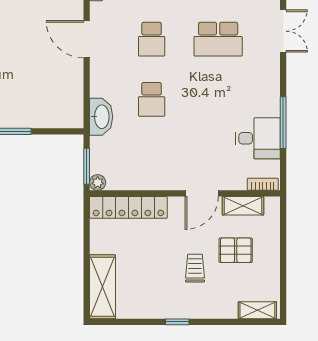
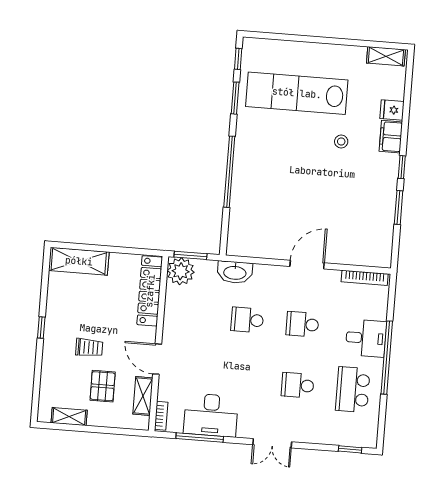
double door: (283, 31) -> (272, 443), moved
school desk: (218, 39) -> (298, 385), width x0.54
window: (283, 123) -> (200, 438), moved
desk: (258, 138) -> (211, 415), width x1.37
plant: (98, 183) -> (181, 271), width x1.88, depth x1.88
shelving: (257, 310) -> (69, 417), moved, turned 90

